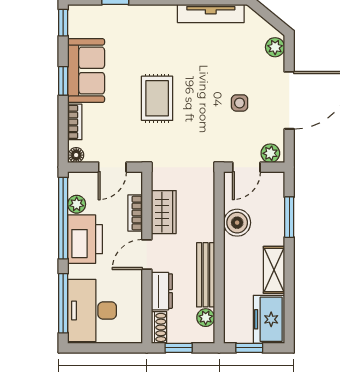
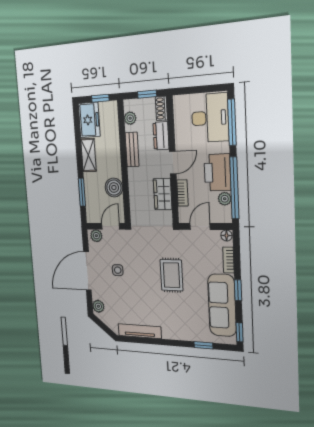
sofa: (86, 71) -> (222, 305), width x1.36
bench: (206, 275) -> (132, 149), width x0.73

